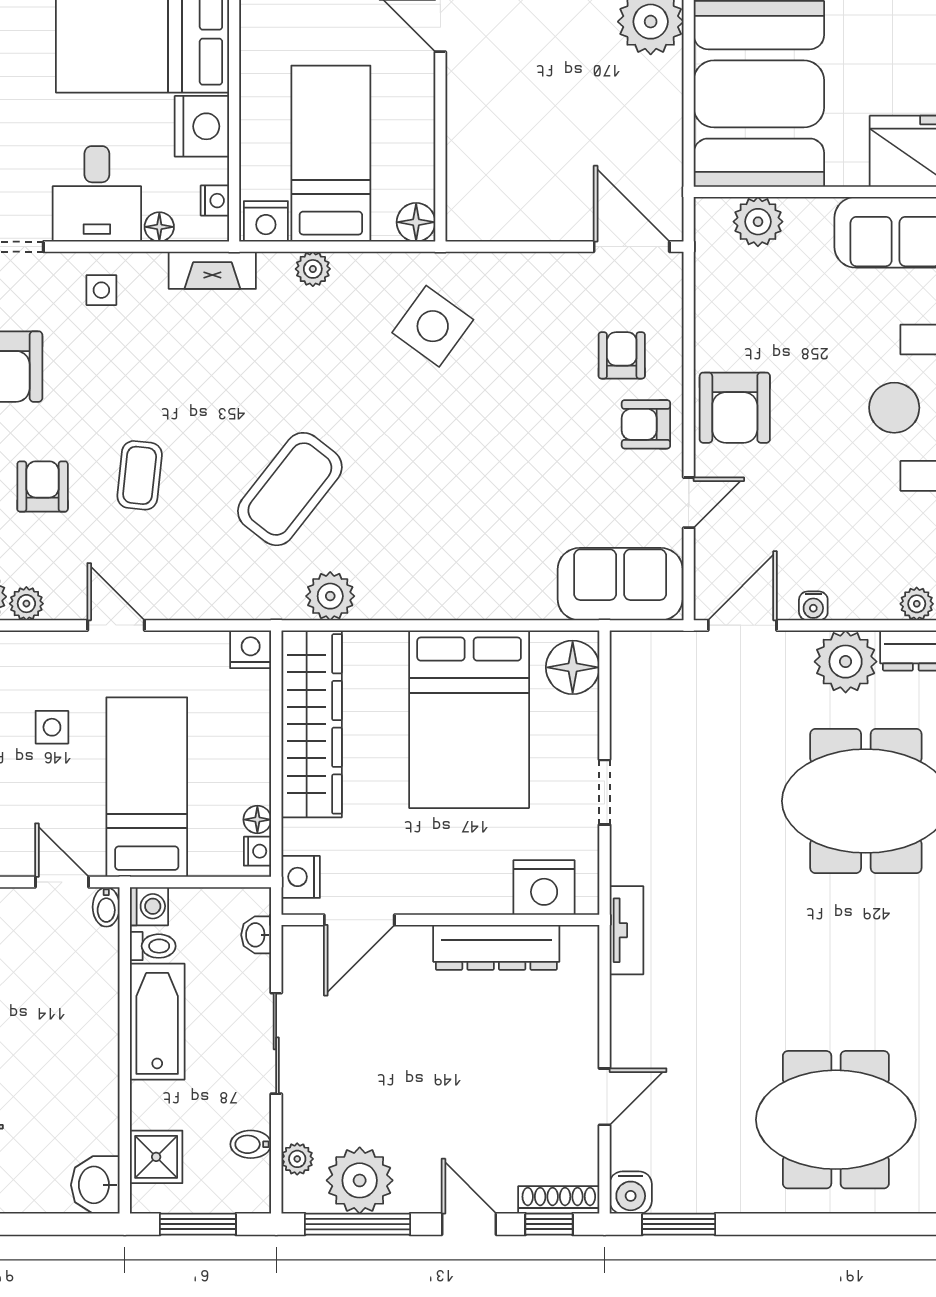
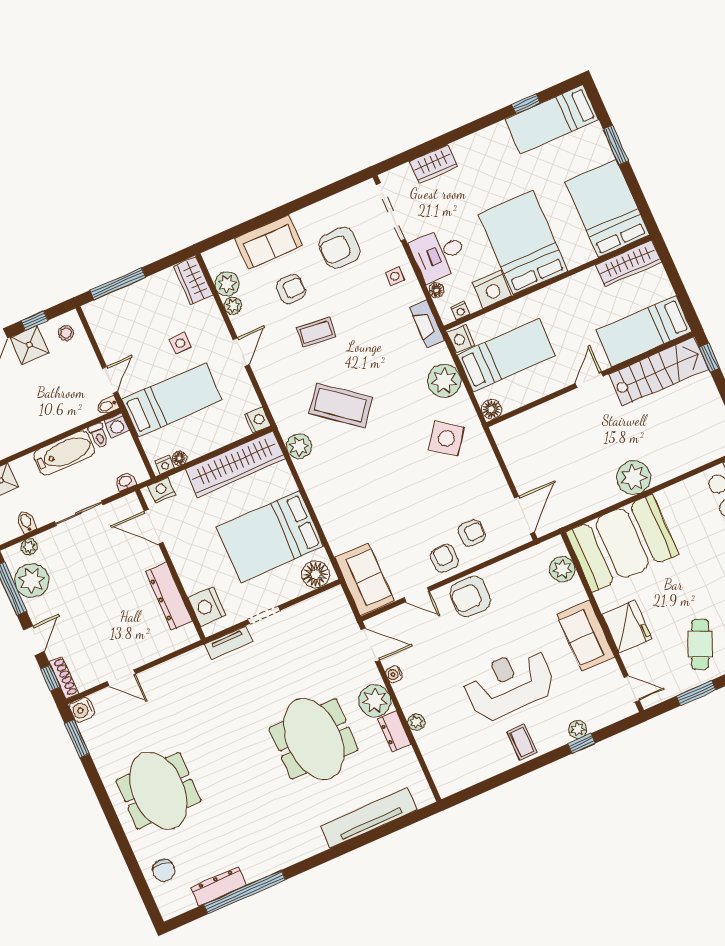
plant: (313, 269) -> (444, 381), width x1.88, depth x1.88
tv unit: (626, 930) -> (228, 643), moved

